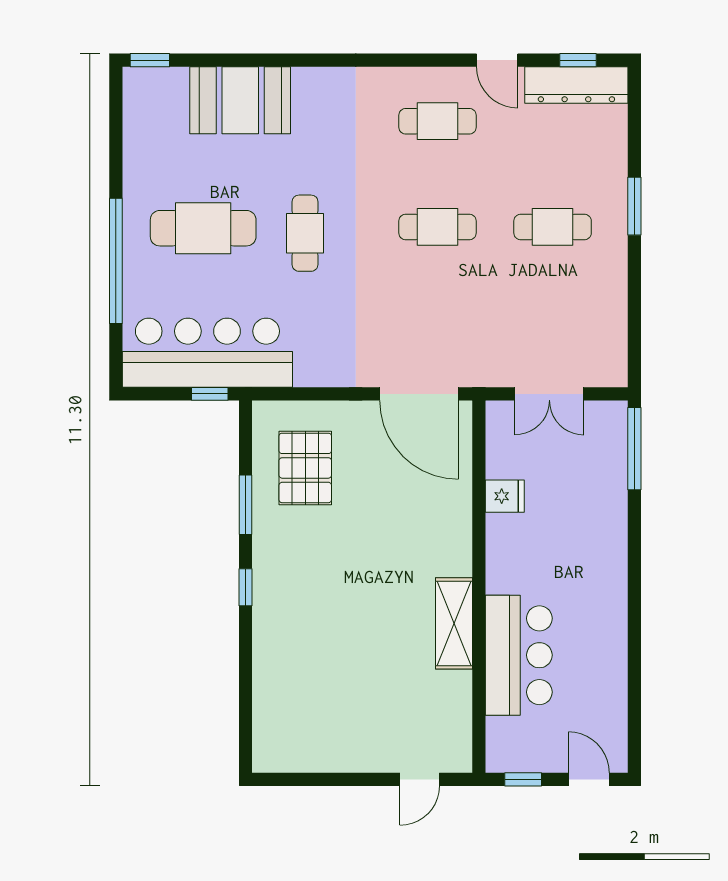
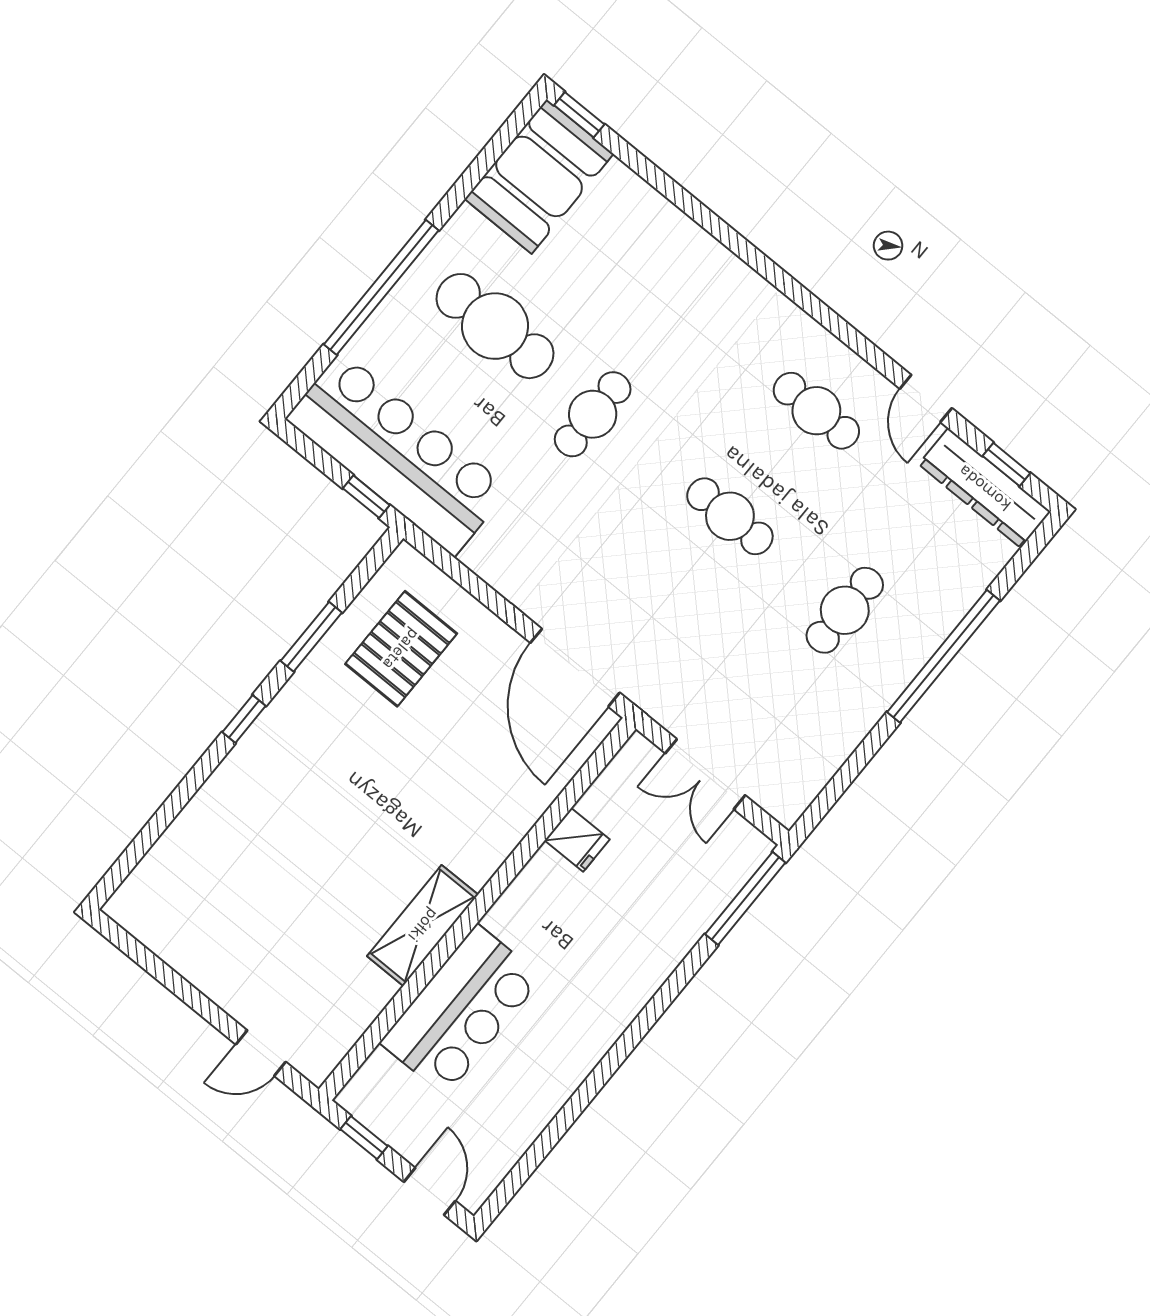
booth: (240, 100) -> (539, 176), moved, turned 90
window: (634, 206) -> (943, 656), width x2.11
cafe table: (553, 227) -> (845, 610), turned 90

